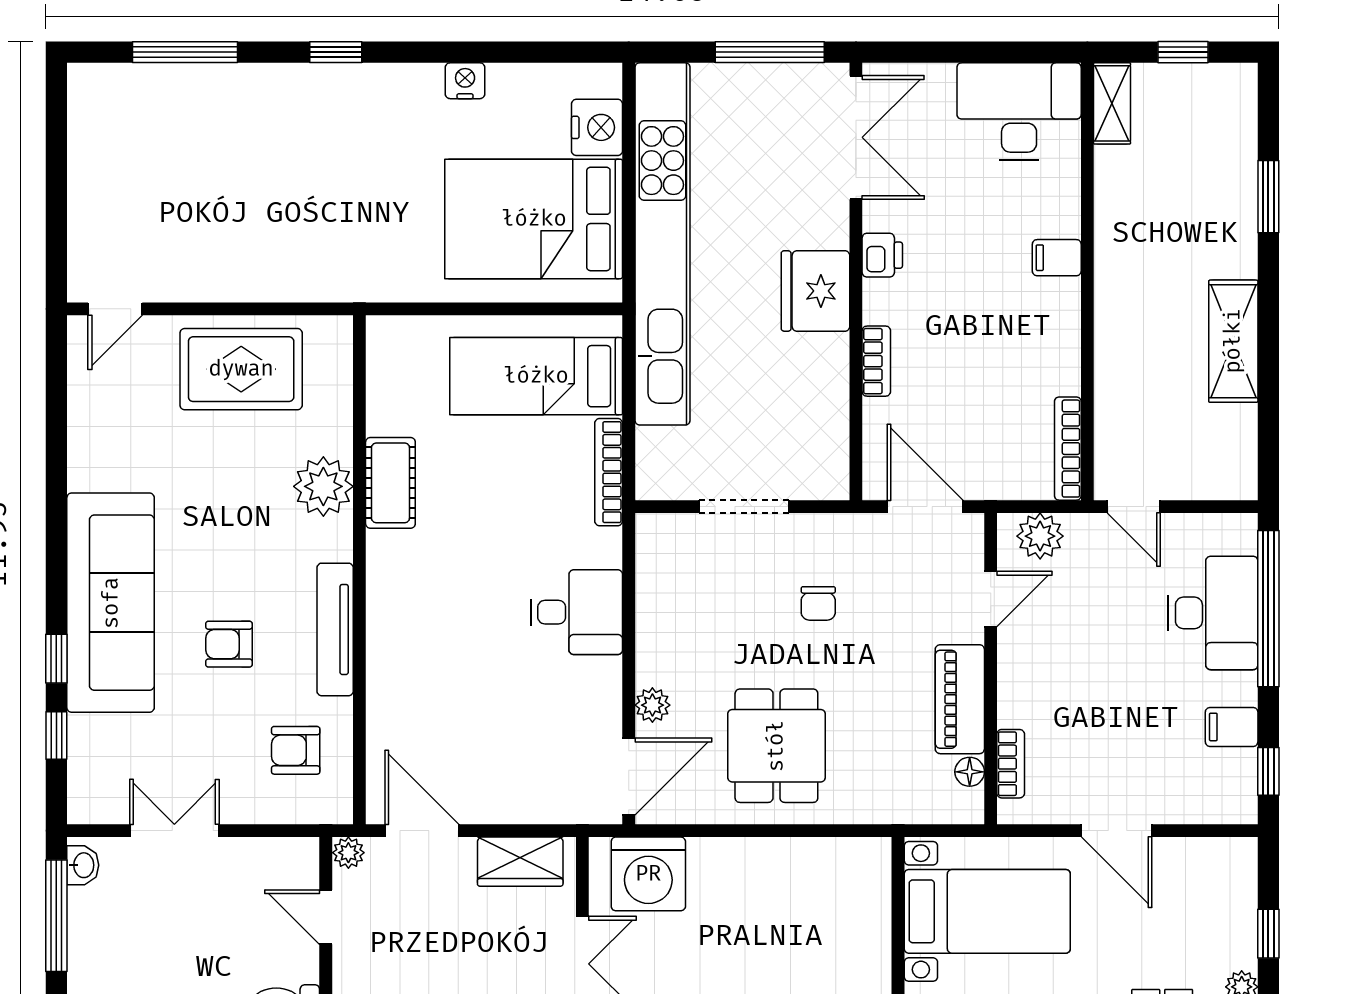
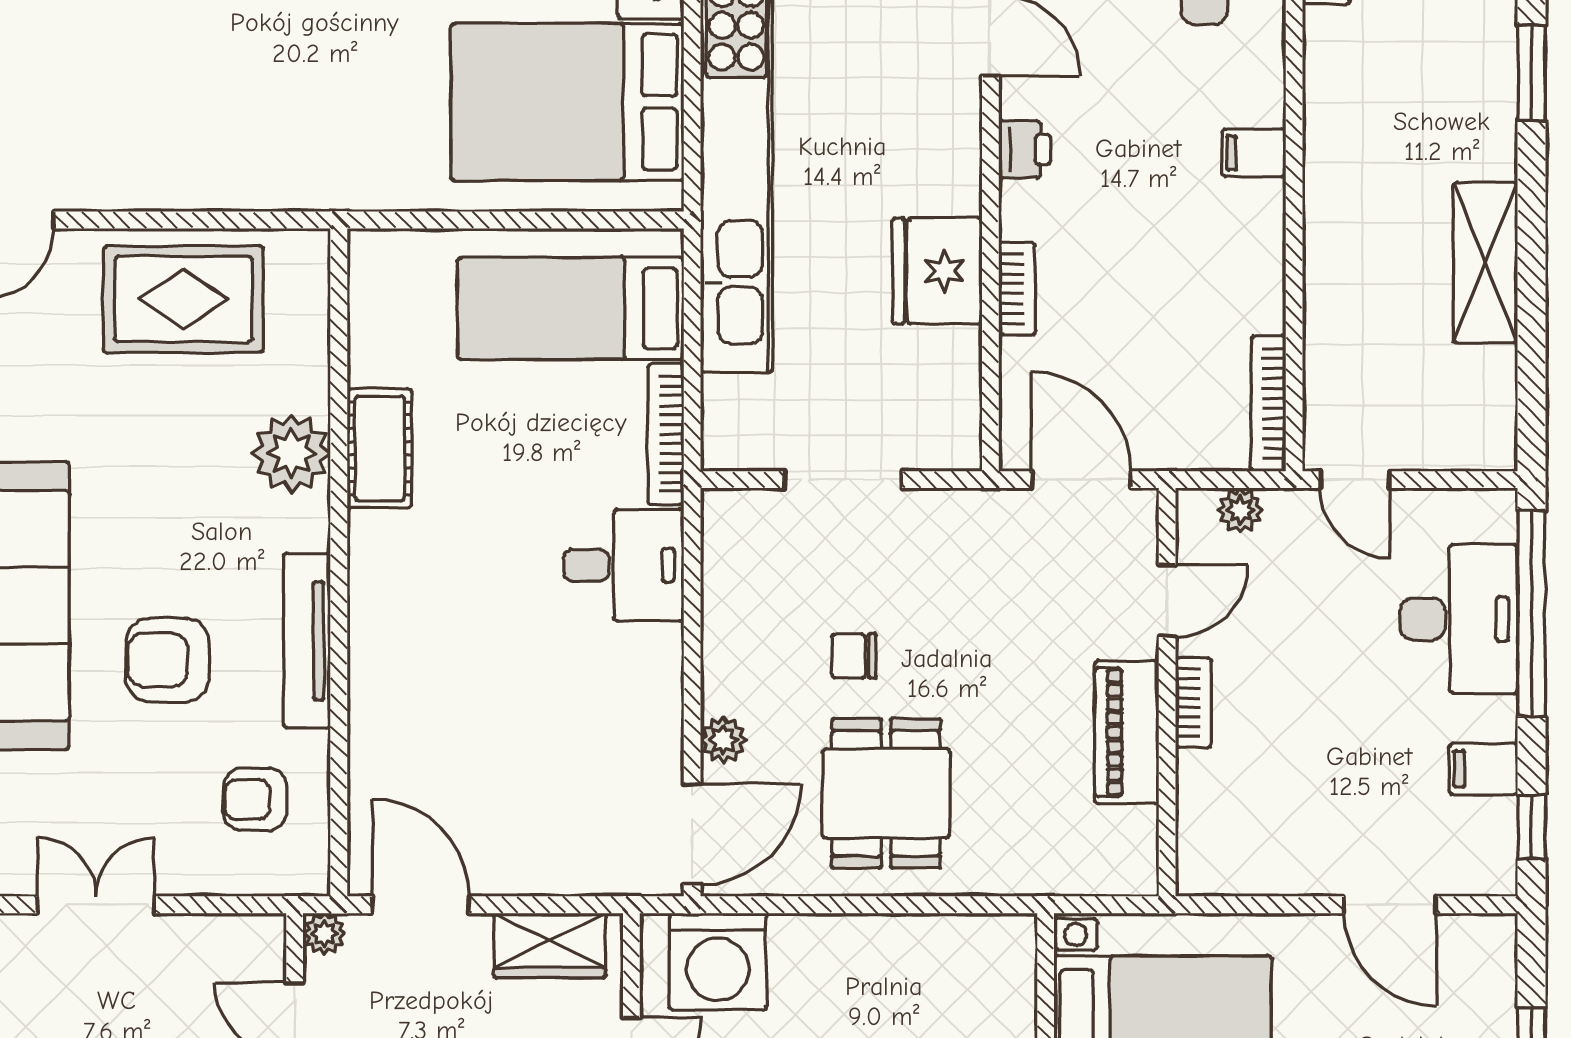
fridge: (815, 291) -> (937, 271), moved
plant: (1040, 536) -> (1240, 510), width x0.73, depth x0.73
chair: (818, 603) -> (854, 656), moved, turned 90
desk: (576, 612) -> (624, 565), moved
armchair: (229, 644) -> (167, 660), width x1.38, depth x1.38
bookcase: (1011, 764) -> (1193, 702), moved
floor lamp: (970, 772) -> (1140, 828), removed
door: (1117, 831) -> (1390, 905), moved

